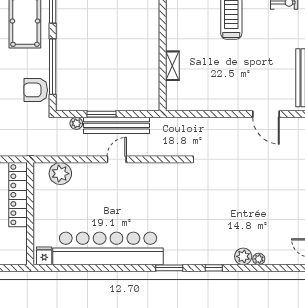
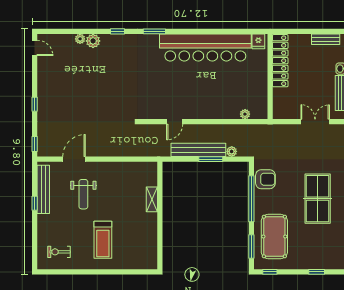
weight bench: (255, 72) -> (83, 194), added
door: (266, 114) -> (74, 159), hinge flipped
door: (117, 159) -> (175, 122), moved
plant: (60, 174) -> (245, 114), width x0.53, depth x0.53
locker: (18, 195) -> (280, 61), moved

